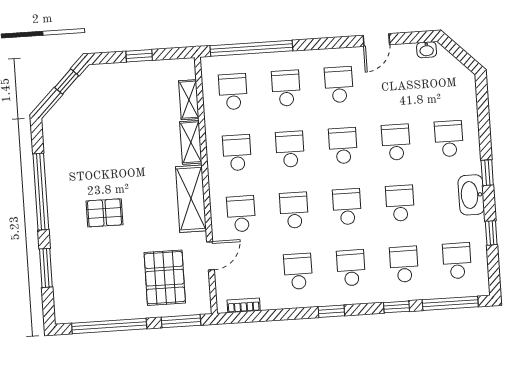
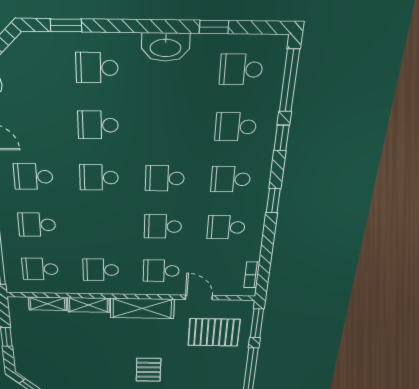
school desk: (290, 149) -> (100, 226), removed
window: (487, 173) -> (66, 25), moved
school desk: (400, 203) -> (167, 126), removed

